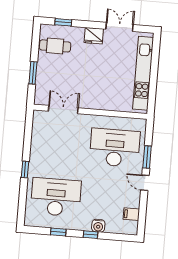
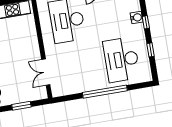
window: (25, 170) -> (105, 92), width x3.17

